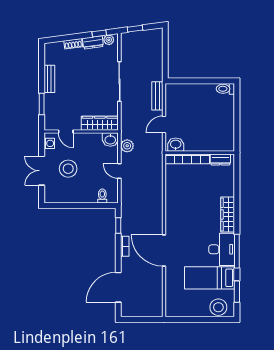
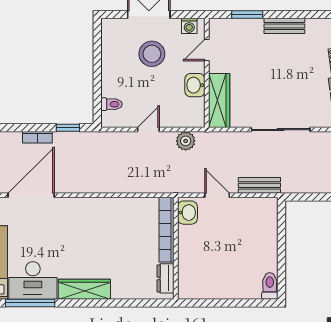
washbasin: (110, 140) -> (195, 85), moved

